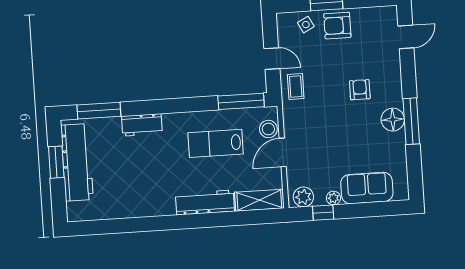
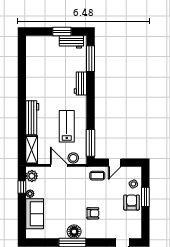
workbench: (77, 162) -> (71, 42), width x0.53, depth x0.76

